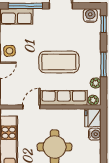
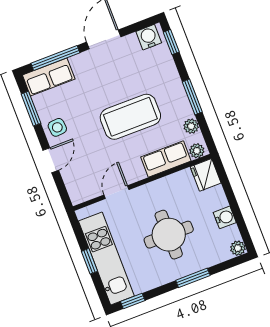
row of seats: (64, 98) -> (166, 159), width x0.68
water cooler: (95, 134) -> (225, 217), moved

